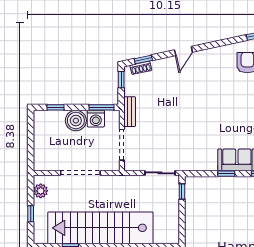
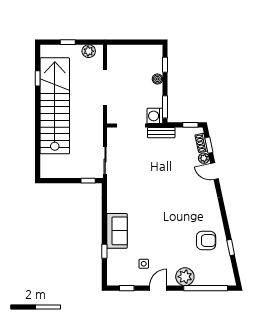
door: (183, 51) -> (214, 171), moved
plant: (158, 65) -> (204, 158), added
washing machine: (96, 119) -> (155, 116), moved
boiler: (76, 121) -> (157, 79), width x0.54, depth x0.54
window: (226, 174) -> (104, 221), removed

